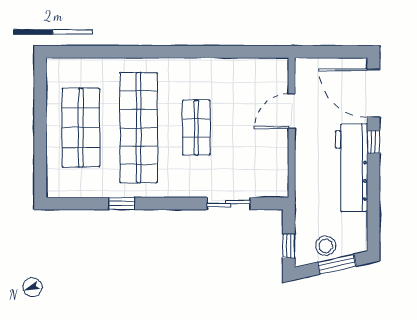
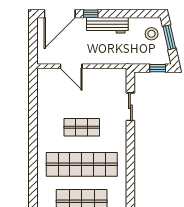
workbench: (352, 168) -> (107, 25), width x0.73, depth x0.76
window: (122, 204) -> (130, 175), removed
stool: (326, 246) -> (152, 34), moved

